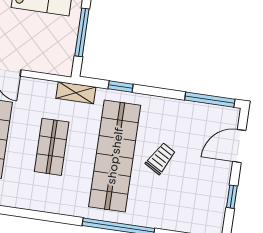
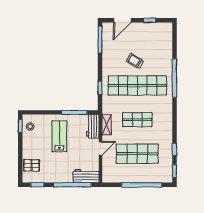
workbench: (51, 63) -> (93, 126), added
shelving: (76, 93) -> (107, 125), moved
door: (239, 146) -> (122, 20), hinge flipped

